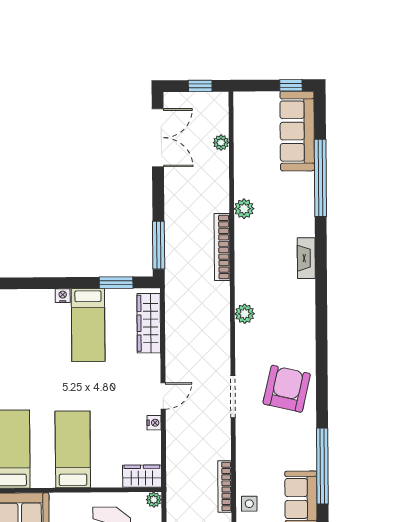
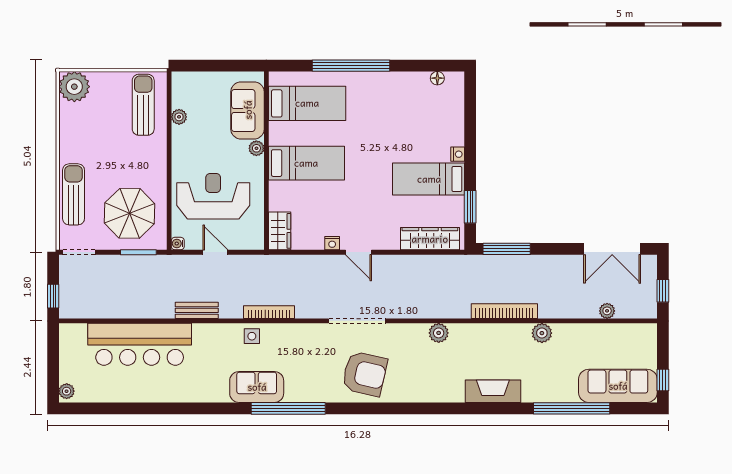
fireplace: (306, 258) -> (493, 391), width x1.37, depth x1.32
doorway: (233, 397) -> (357, 321), width x1.36
plant: (154, 500) -> (256, 148), moved

